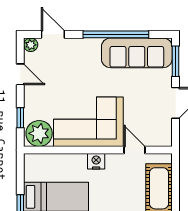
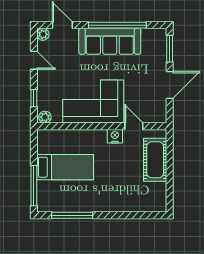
sofa: (137, 53) -> (110, 41), moved
plant: (39, 133) -> (45, 117), width x0.53, depth x0.53
nightstand: (96, 161) -> (115, 136), moved

